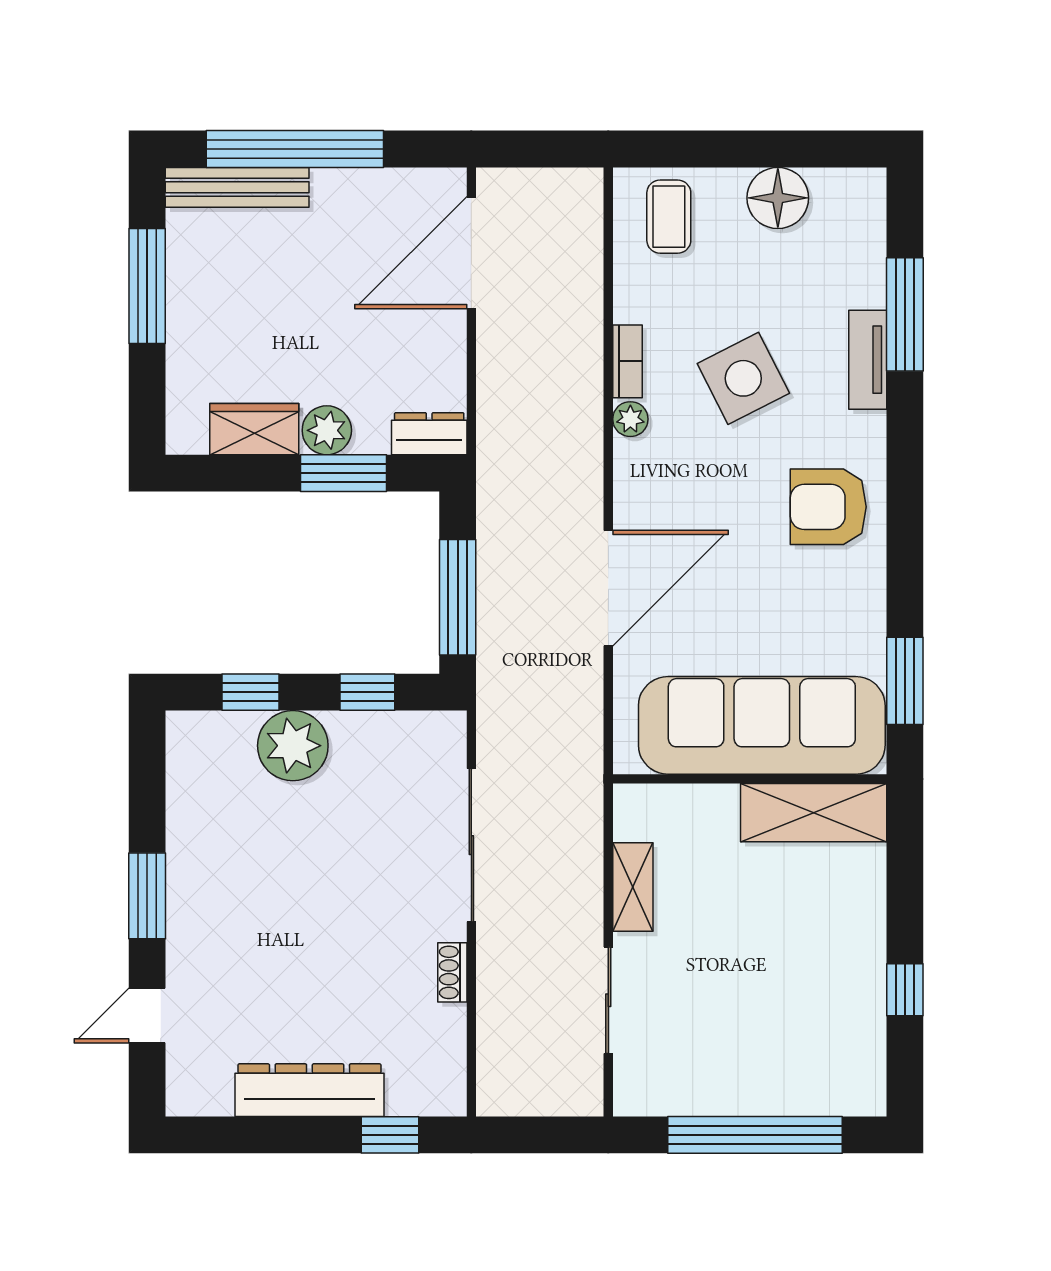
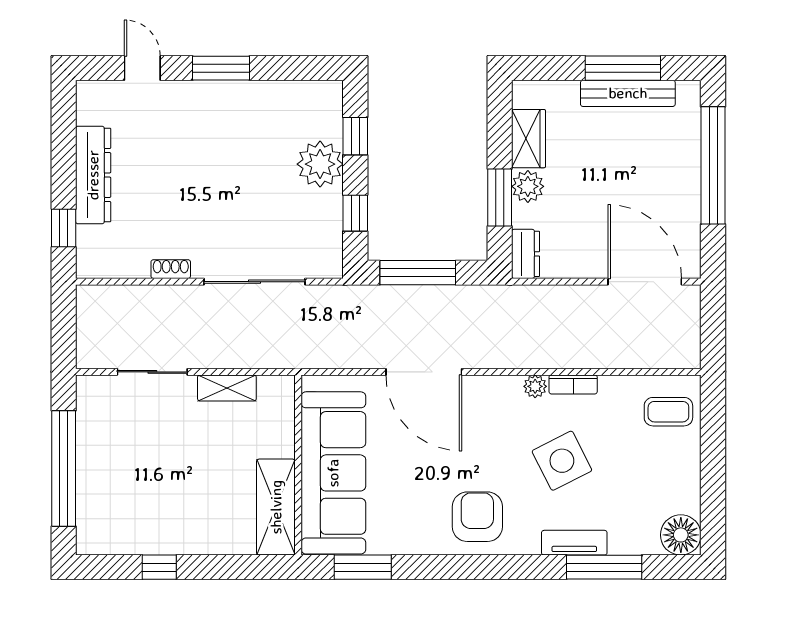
bench: (237, 187) -> (628, 93), moved, turned 90
floor lamp: (778, 198) -> (681, 535), moved

